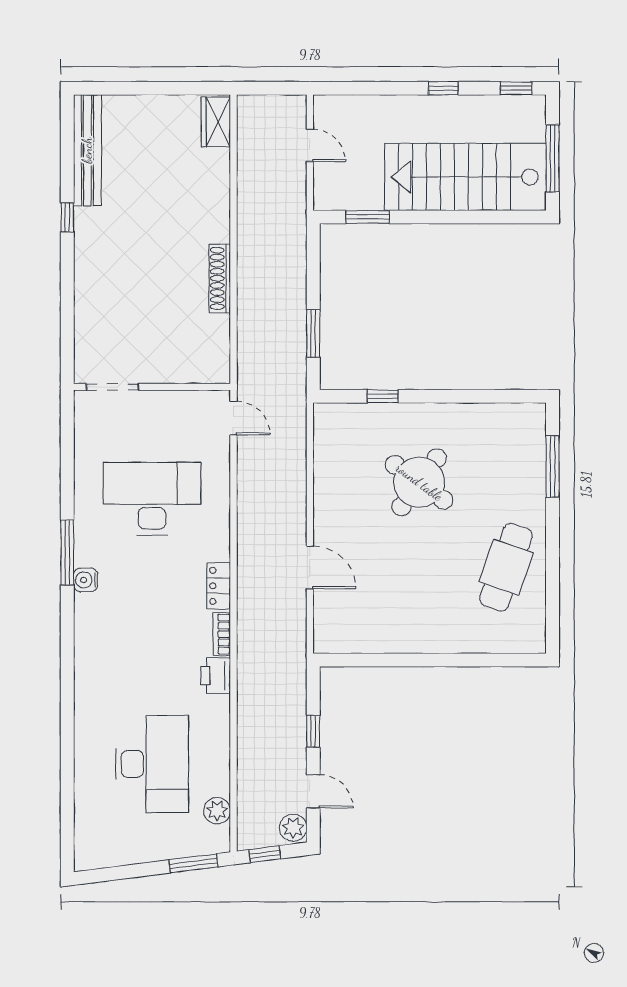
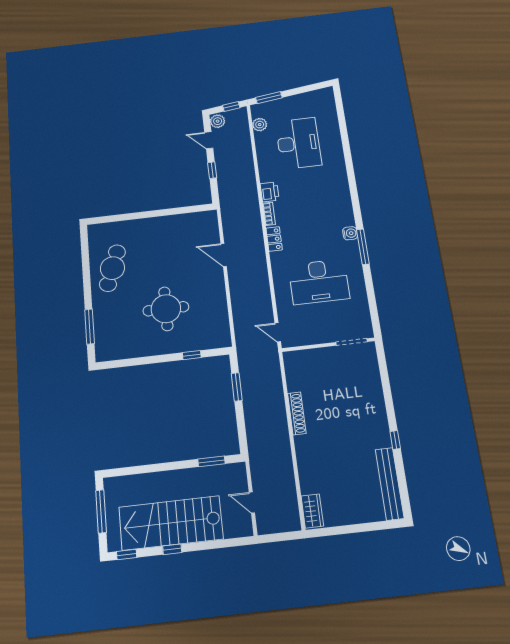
stairs: (465, 177) -> (171, 523), moved, turned 180
round table: (419, 482) -> (166, 309), turned -36
desk: (152, 764) -> (298, 143), turned 180

